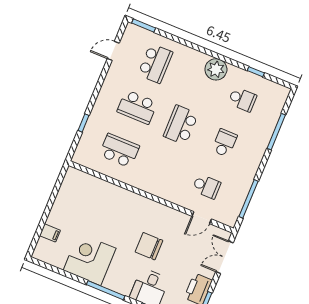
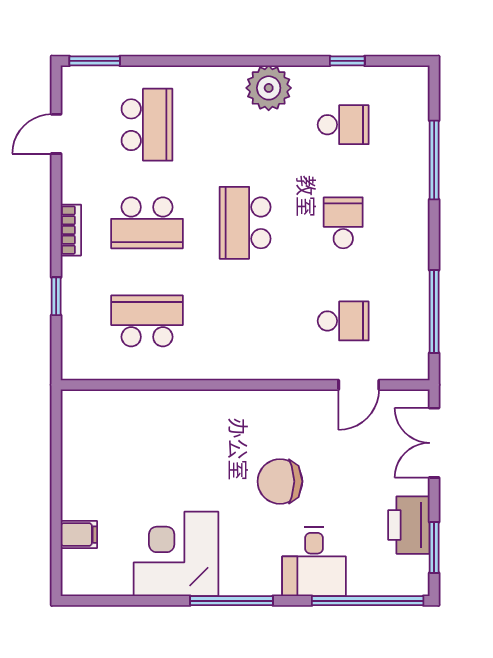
bookcase: (102, 96) -> (71, 230), added

